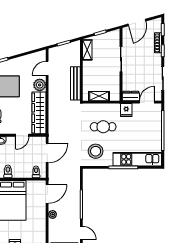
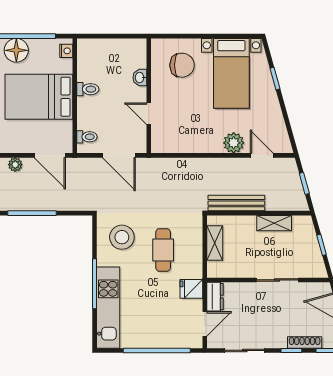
shelving: (87, 50) -> (274, 223), moved
door: (147, 102) -> (205, 324), hinge flipped
wardrobe: (39, 113) -> (186, 142), removed

